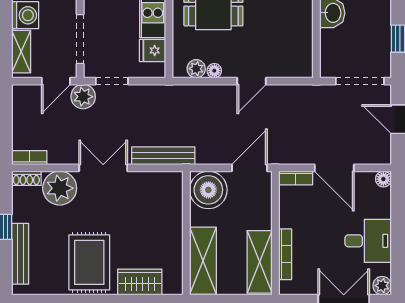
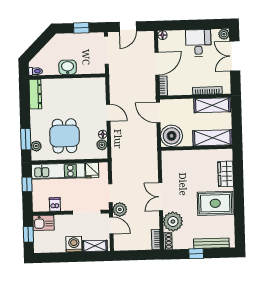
bench: (163, 156) -> (153, 162), removed

